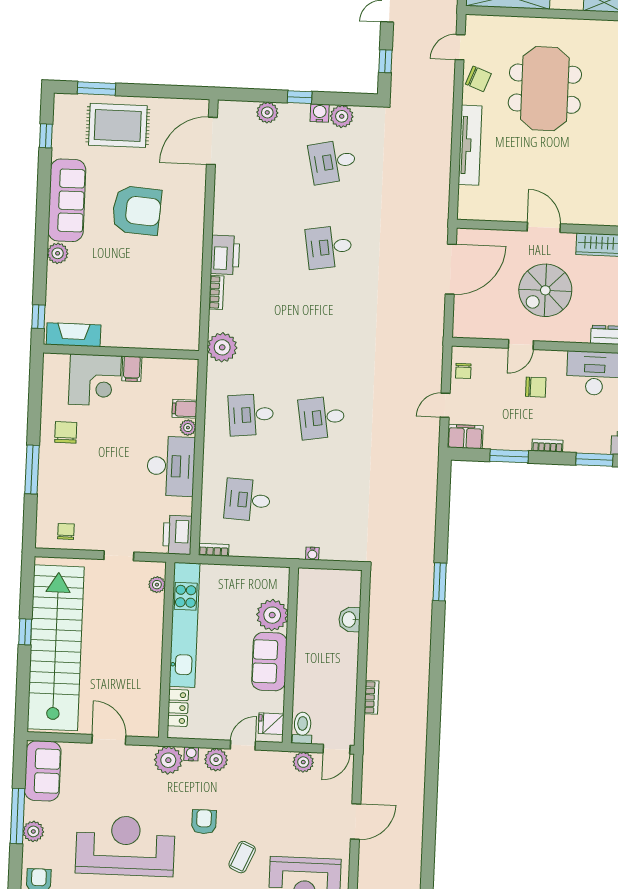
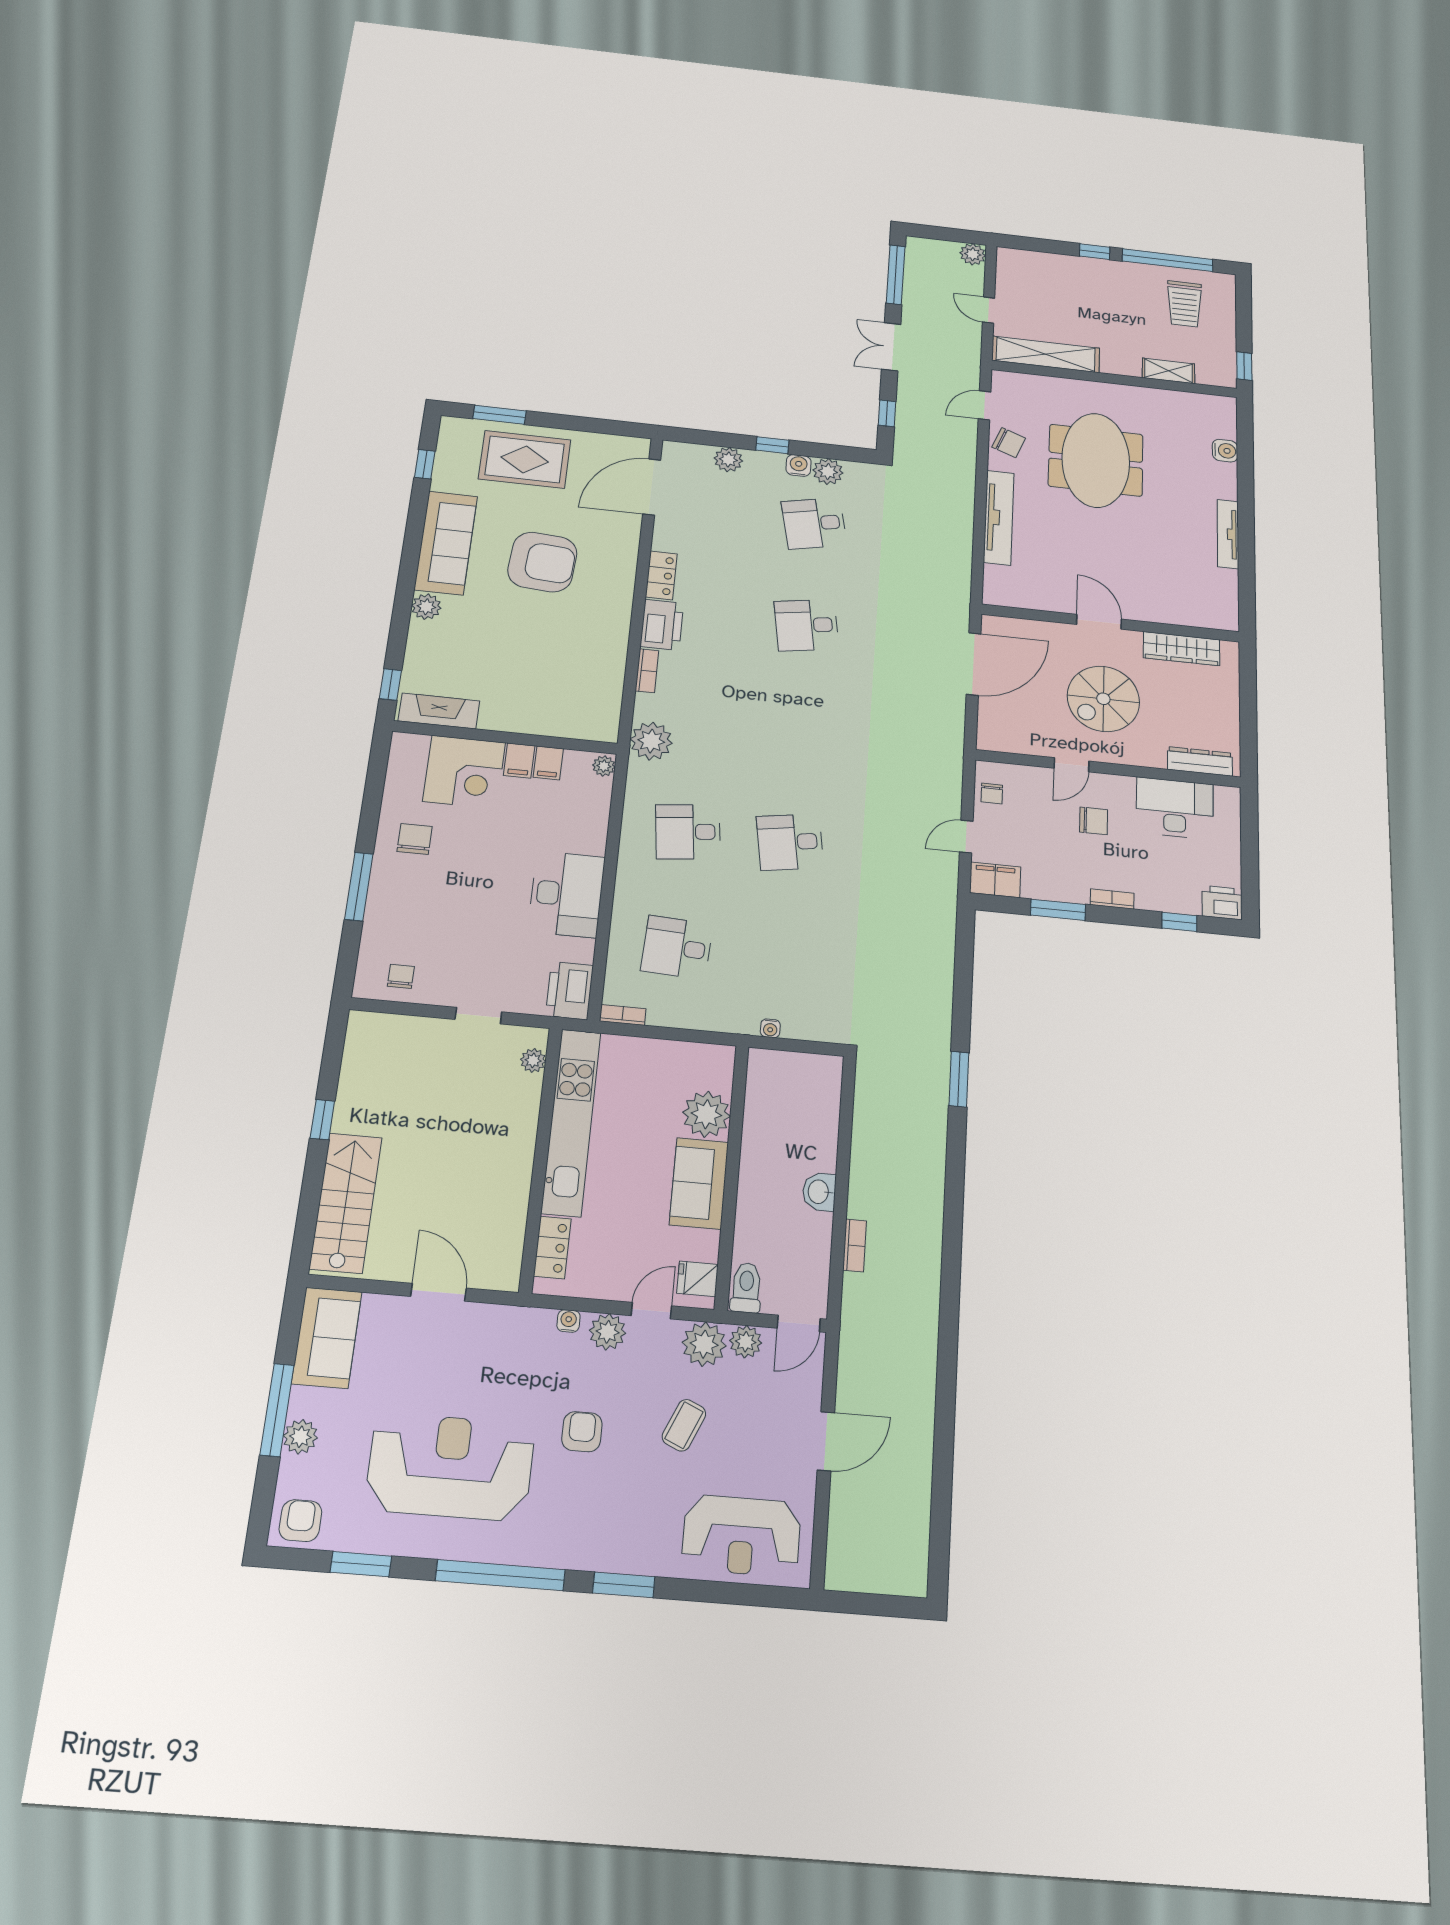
locker: (223, 214) -> (661, 575), added
filing cabinet: (185, 409) -> (548, 763), moved, turned -90
plant: (188, 428) -> (604, 766), moved
window: (594, 460) -> (1179, 922), width x0.67
washbasin: (350, 619) -> (819, 1192), moved
stairs: (56, 648) -> (346, 1203), width x0.54, depth x0.66
plant: (168, 760) -> (704, 1344), moved
coffee table: (242, 857) -> (684, 1425), moved

